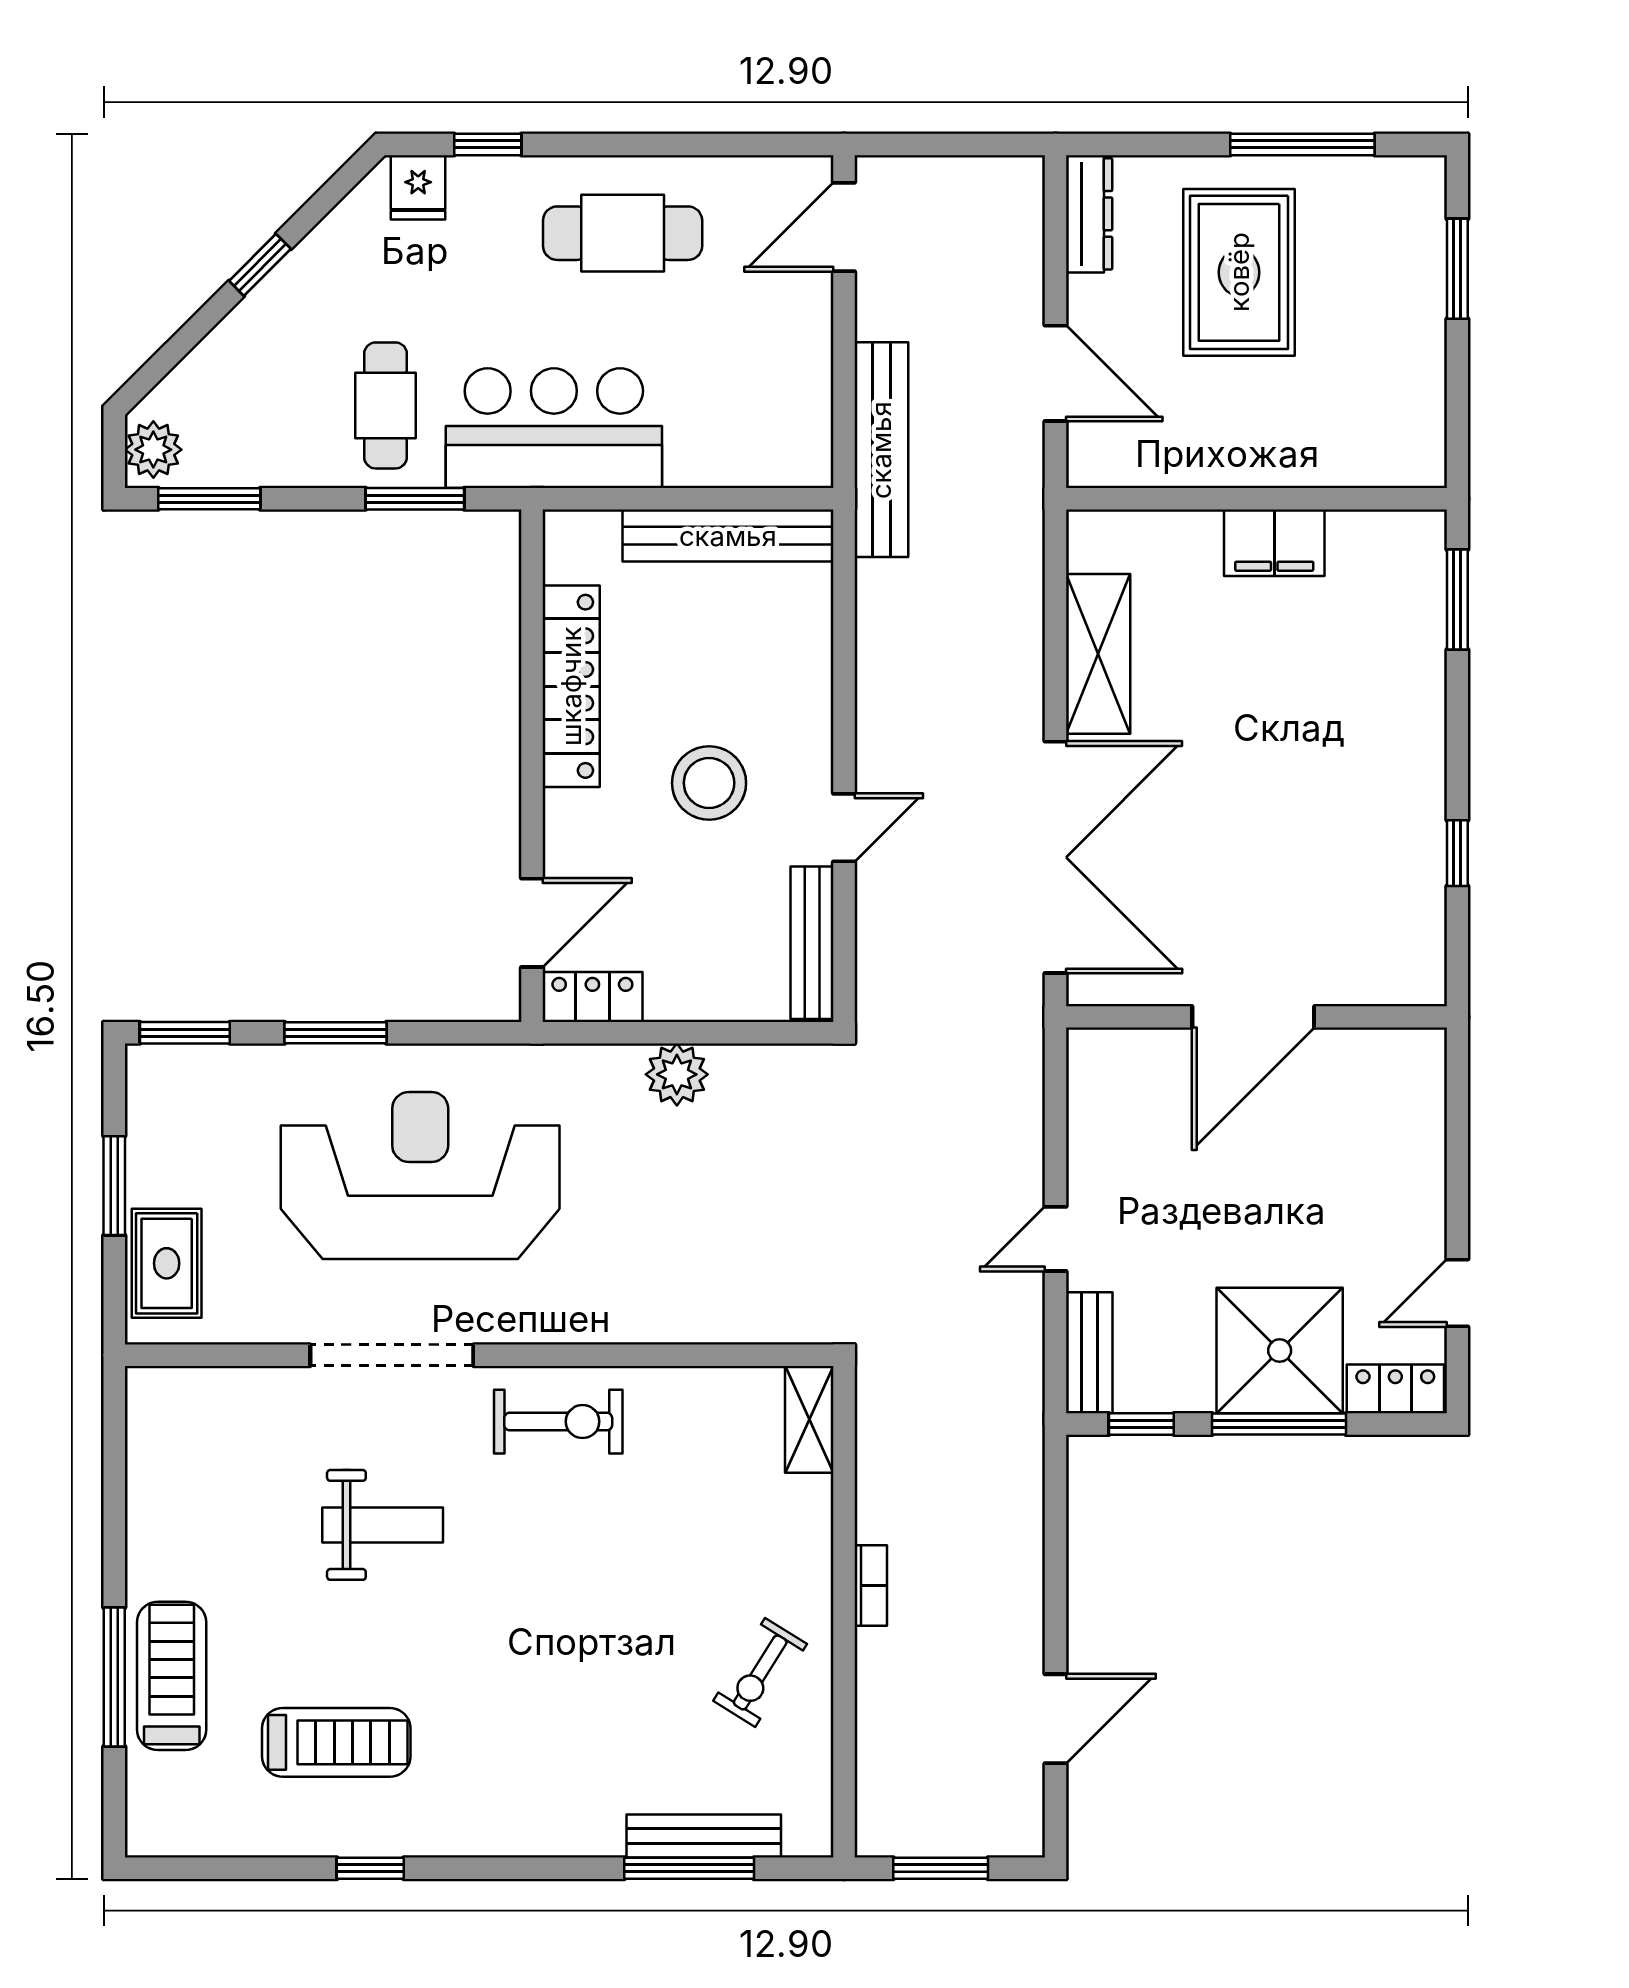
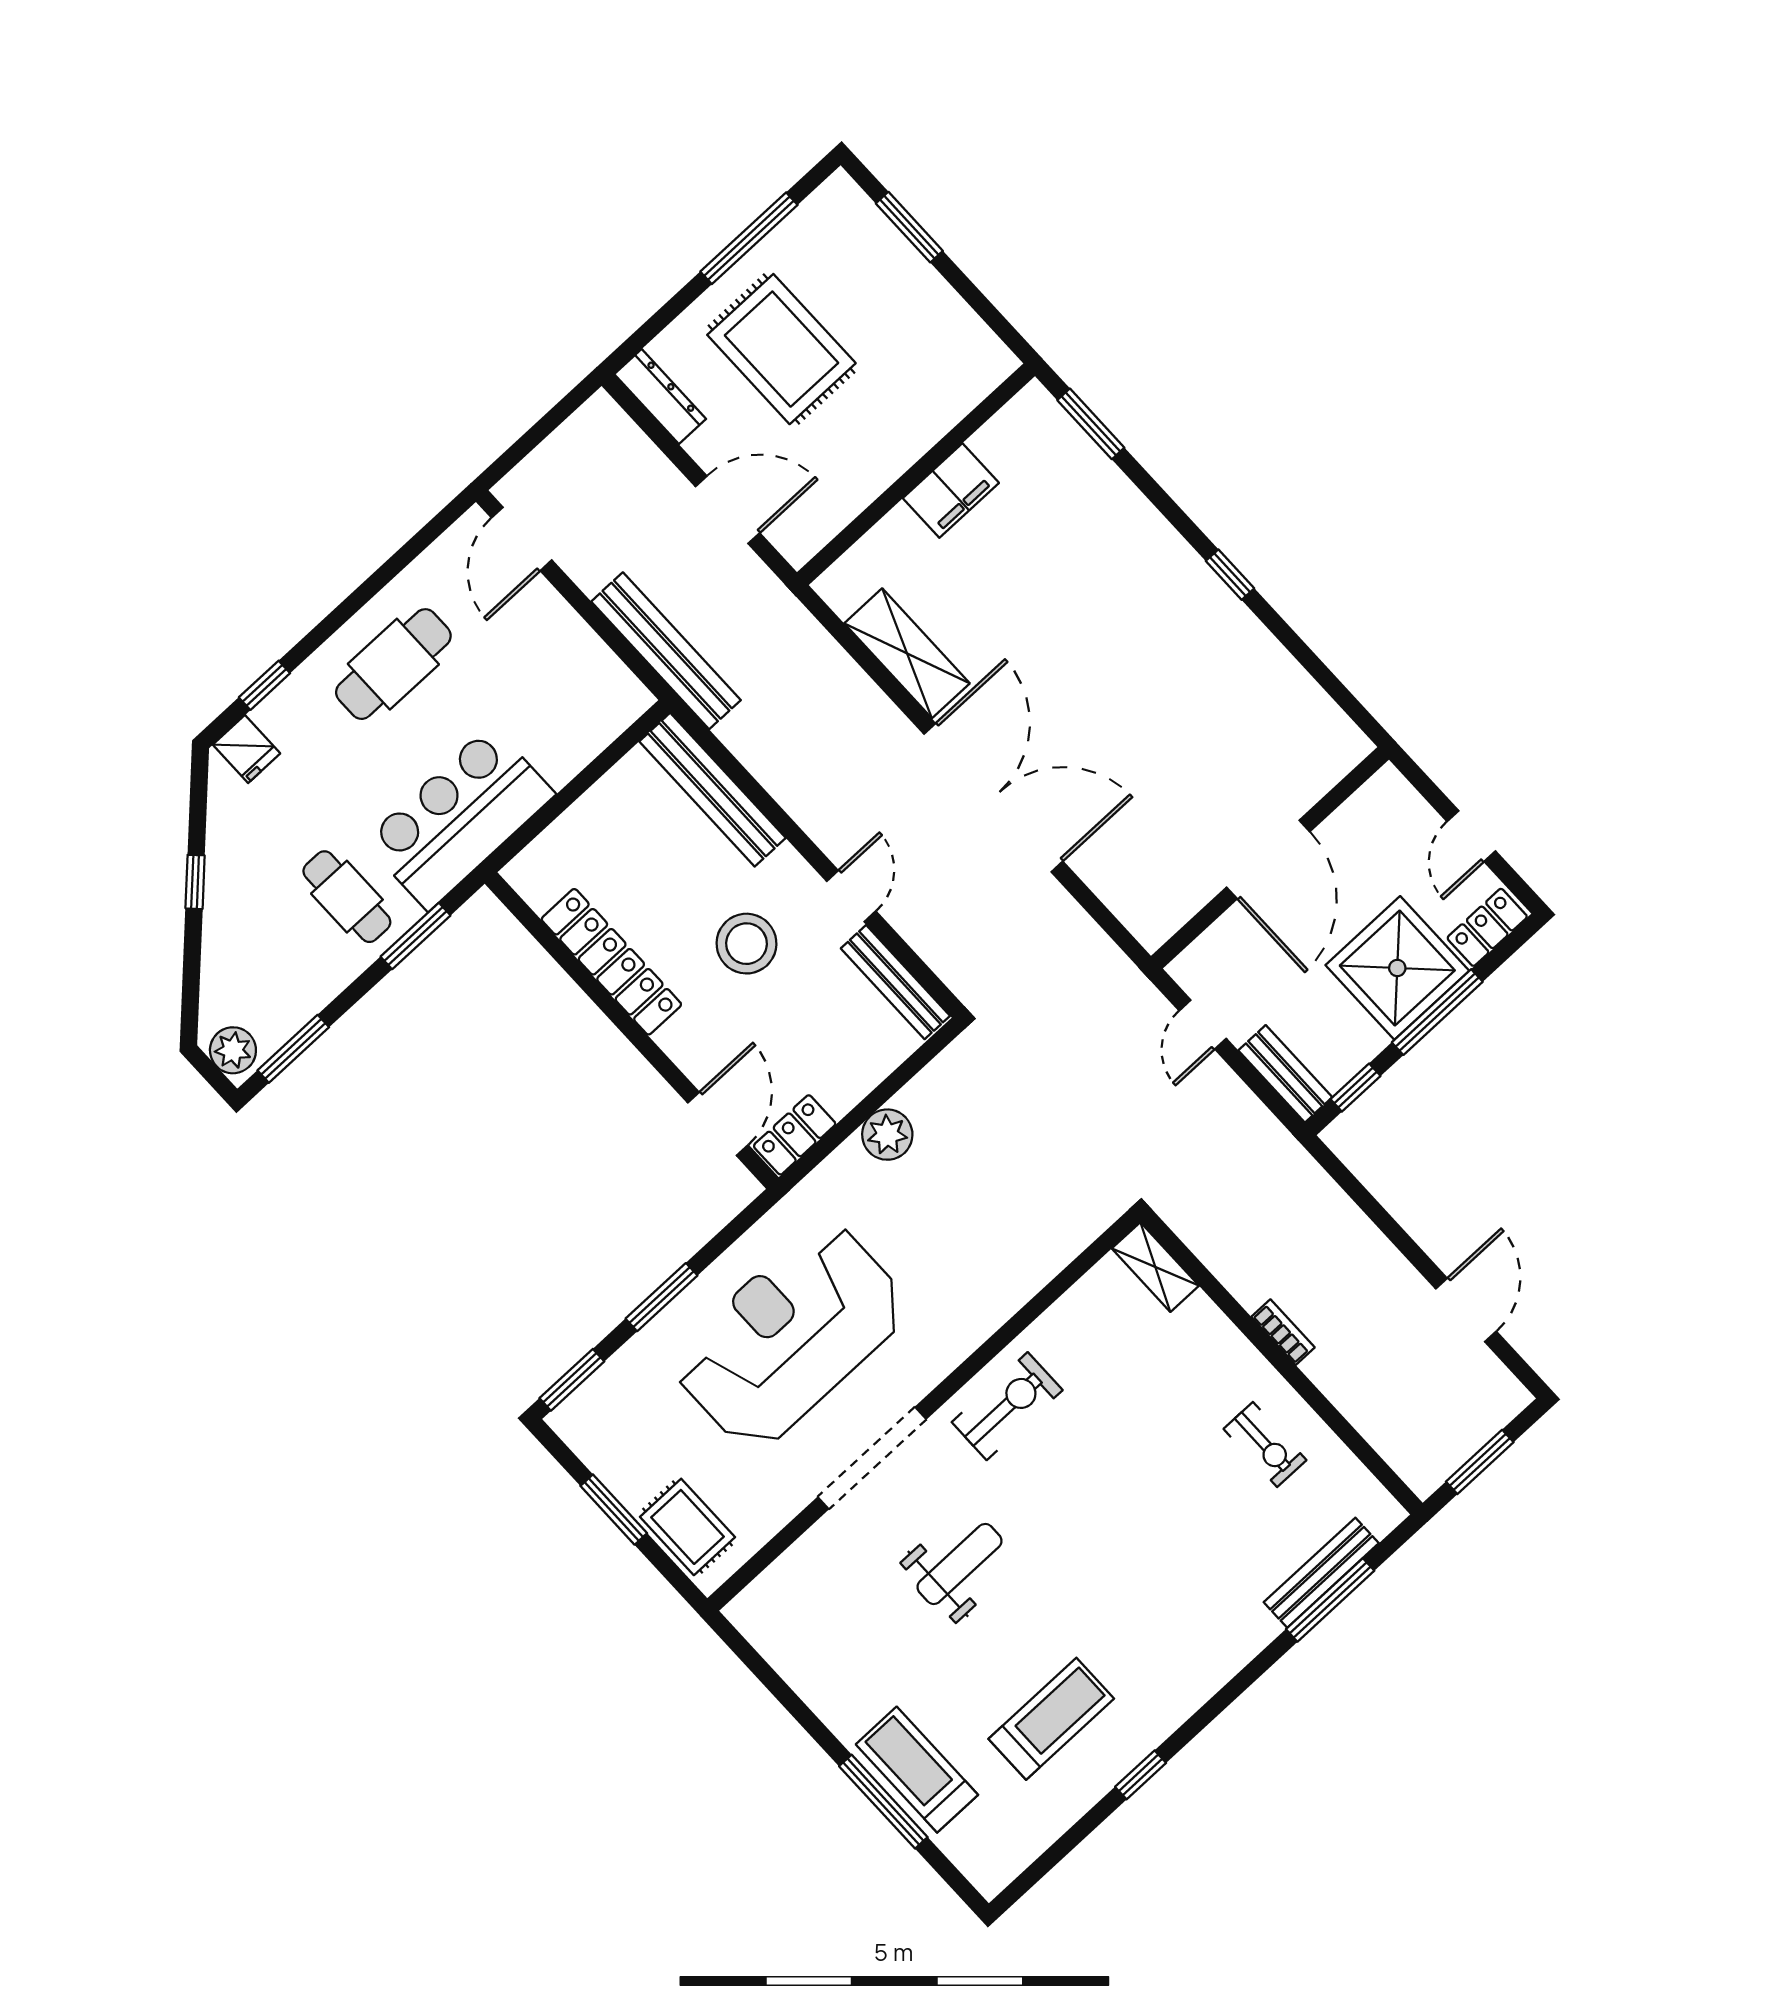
bench: (728, 536) -> (712, 790), moved, turned 90
door: (1253, 1017) -> (1268, 860), moved
wall: (1256, 1017) -> (1270, 858), moved
exercise bike: (760, 1672) -> (1265, 1444), turned -32

